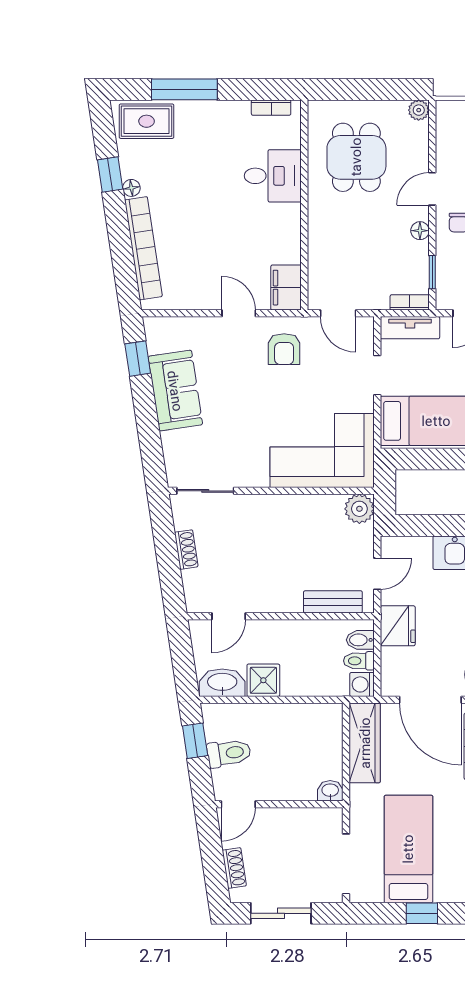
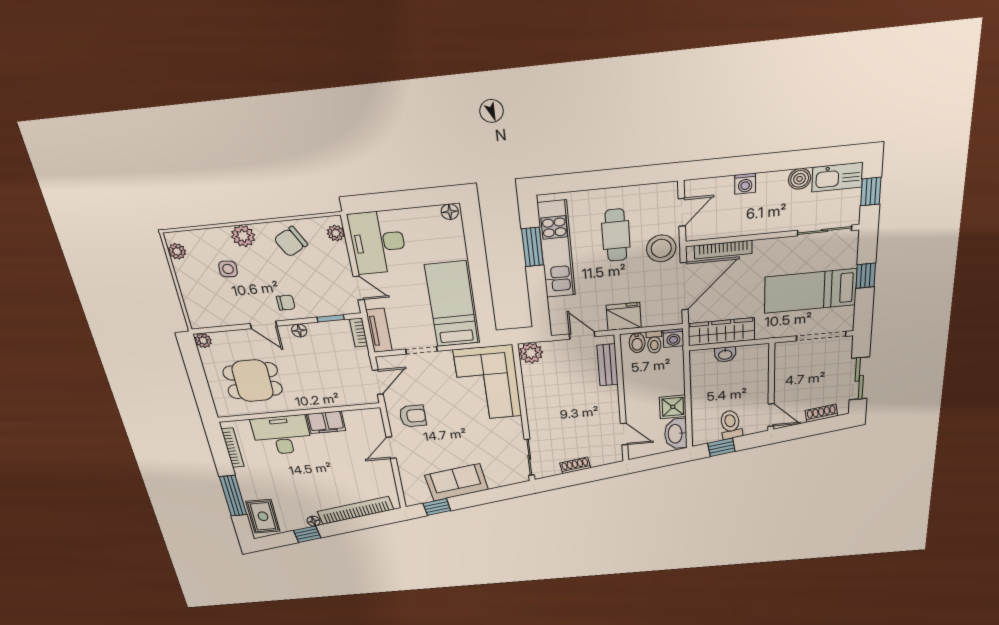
bookcase: (271, 108) -> (233, 448), width x1.56
desk: (273, 176) -> (282, 435), width x1.37
filing cabinet: (286, 288) -> (326, 422), moved
washbasin: (330, 791) -> (725, 354), moved, turned -90

